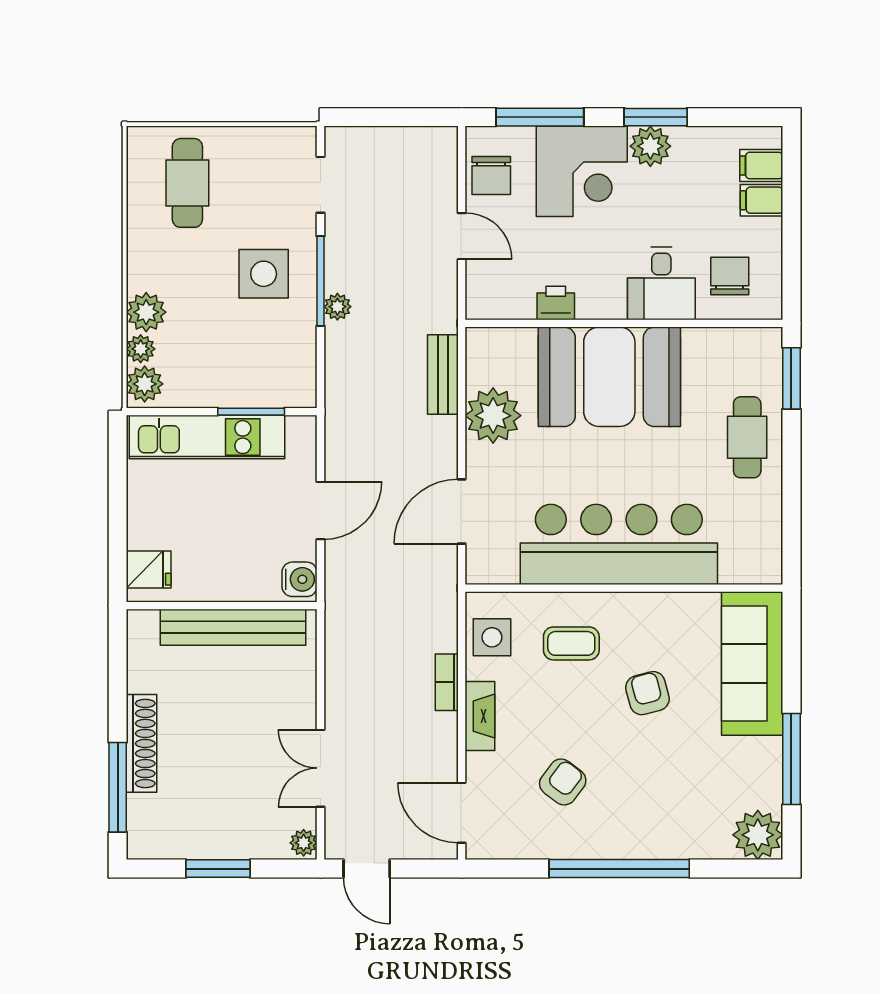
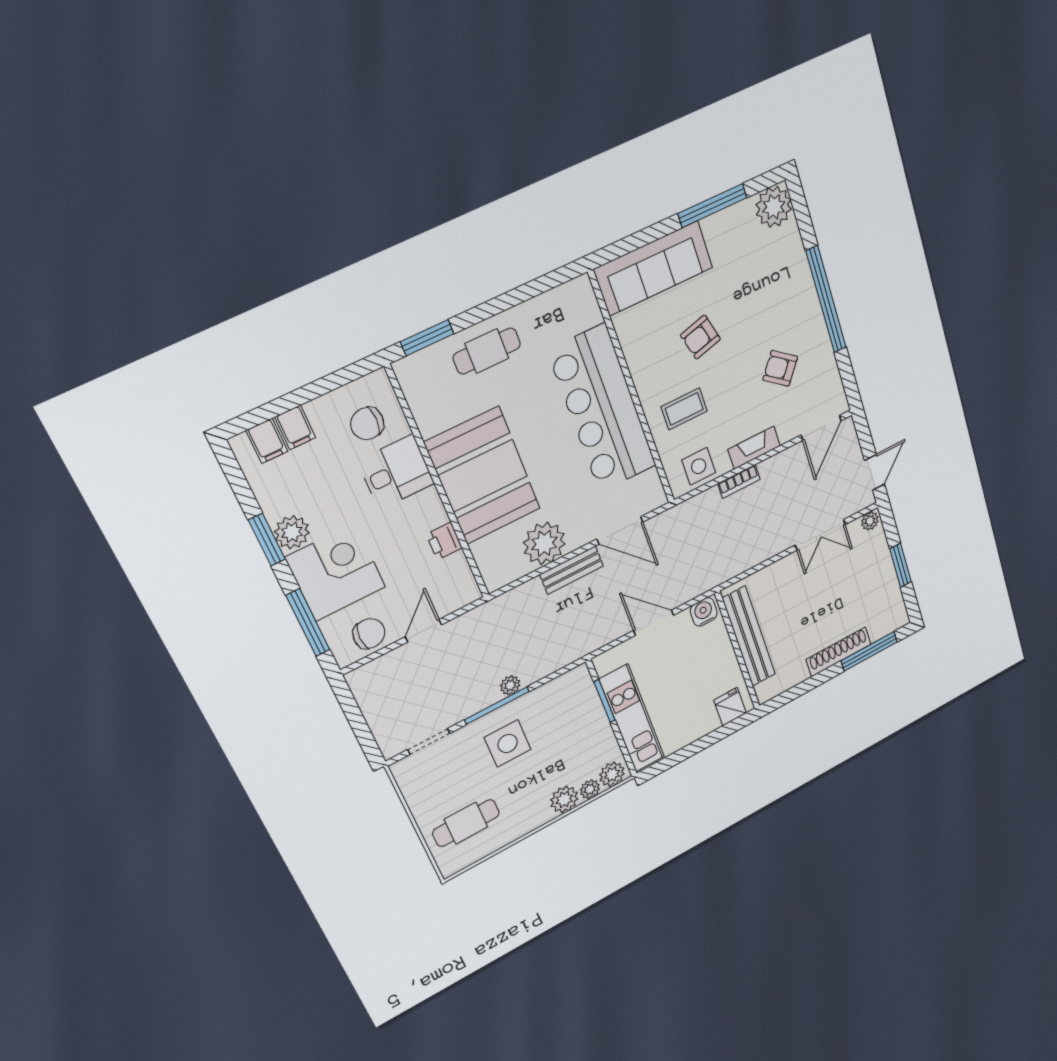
bench: (443, 375) -> (572, 570), moved
coffee table: (571, 643) -> (684, 409), turned 90

